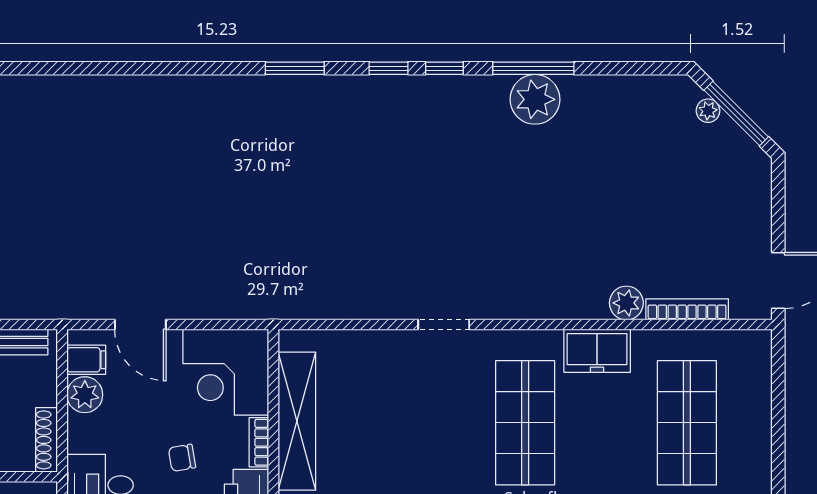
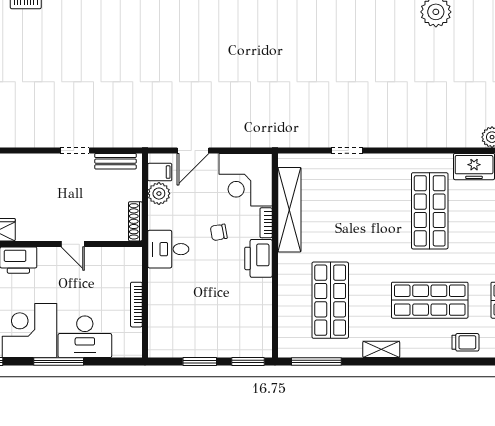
door: (140, 325) -> (193, 150), hinge flipped
doorway: (444, 325) -> (347, 150), moved

